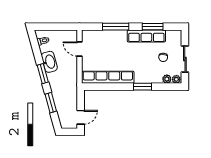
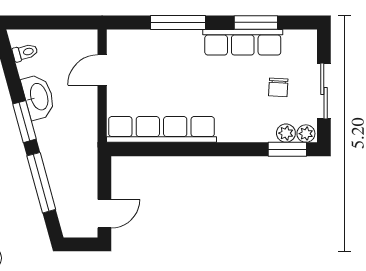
door: (80, 49) -> (102, 70), hinge flipped
window: (143, 87) -> (287, 149), moved
window: (51, 103) -> (41, 183), width x1.44

